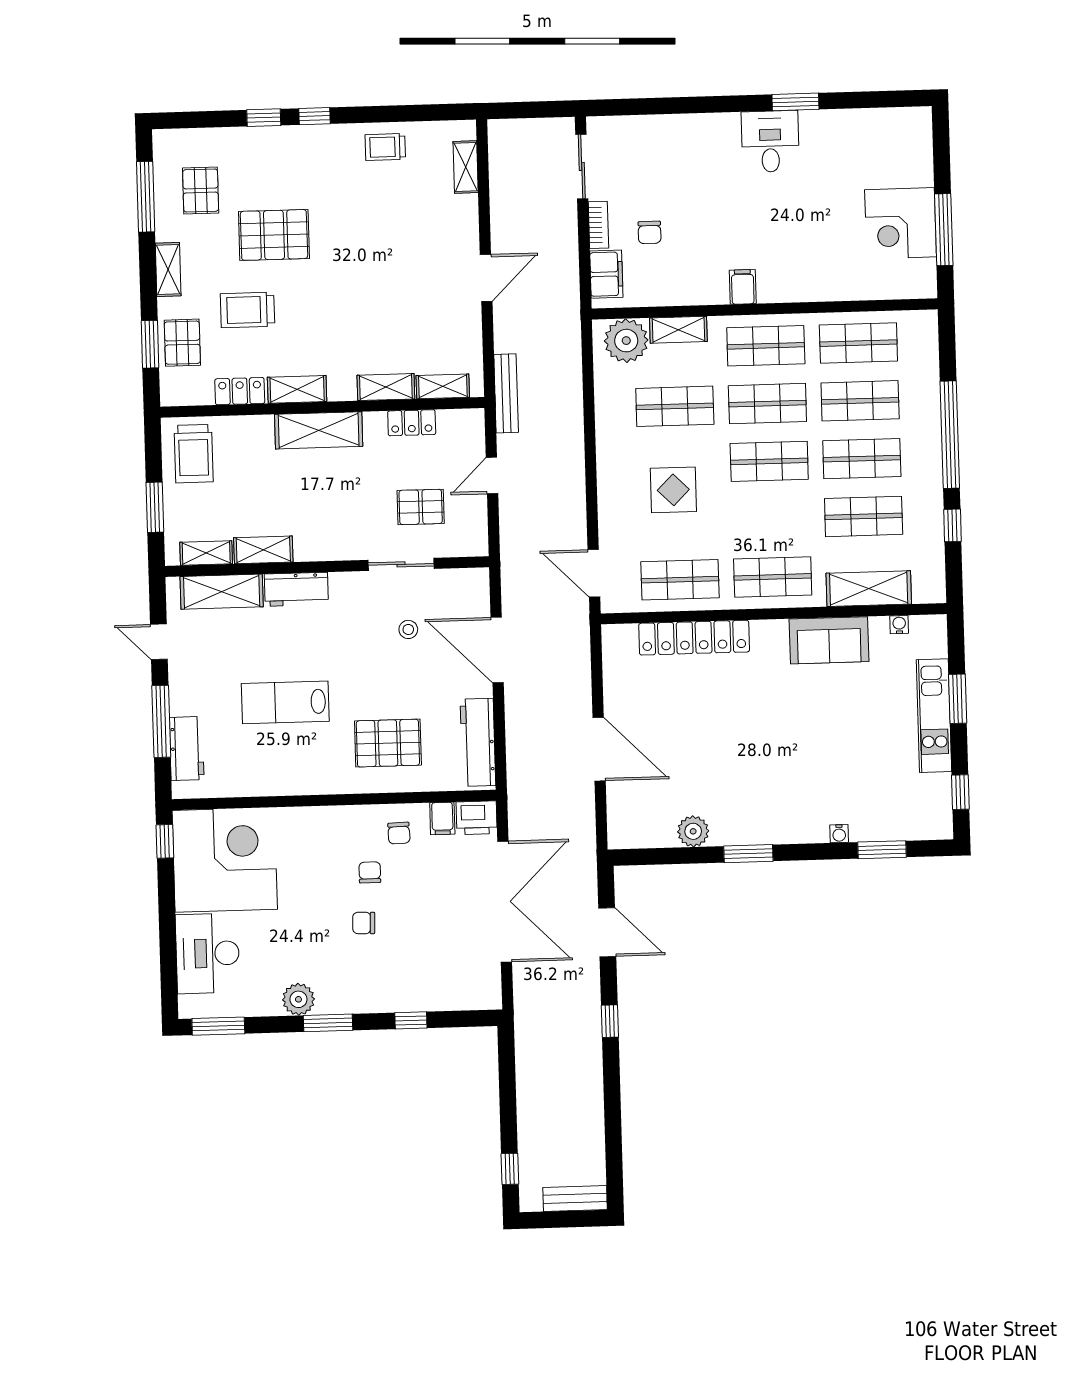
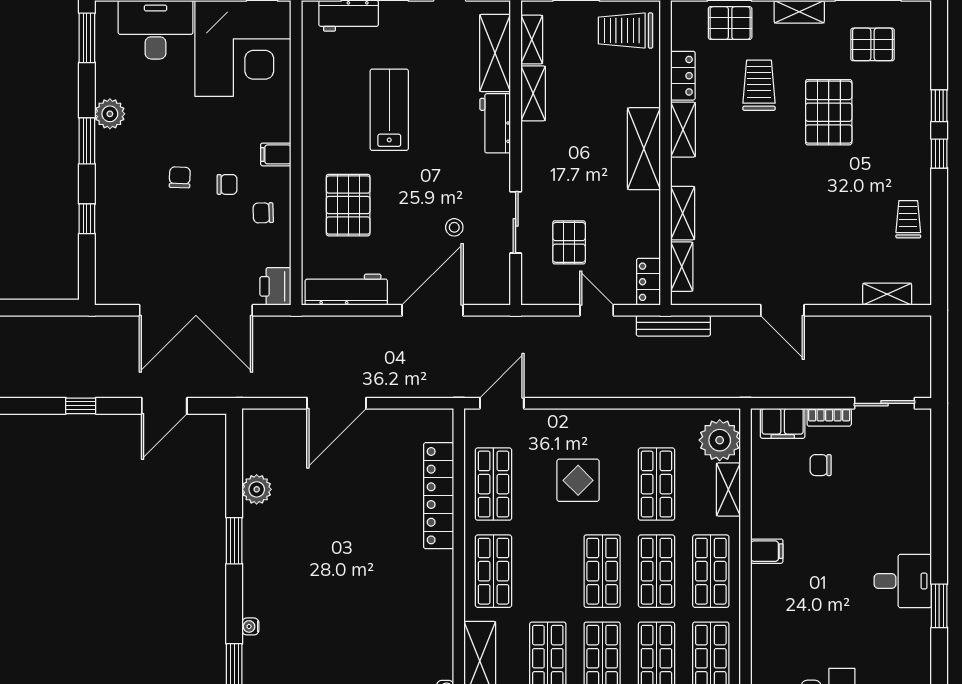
locker: (412, 423) -> (648, 282), moved
sofa: (829, 640) -> (432, 622), removed
filing cabinet: (442, 818) -> (276, 154), moved

